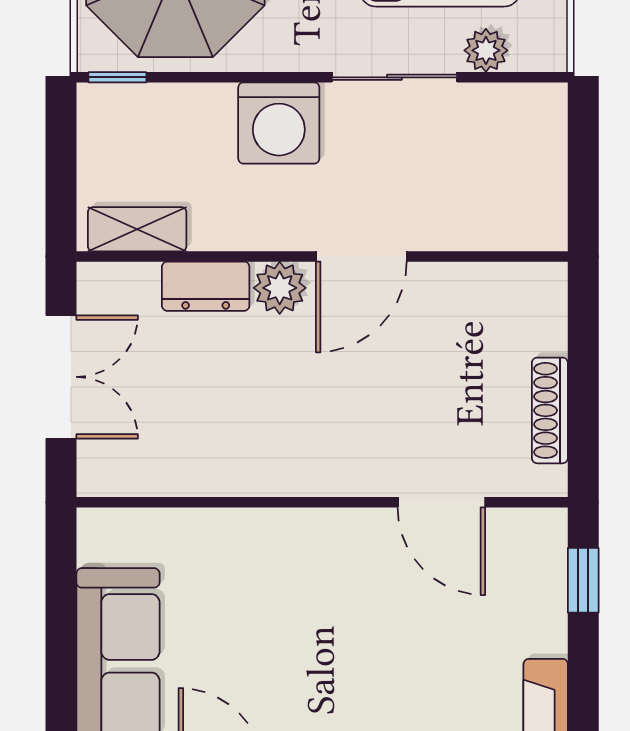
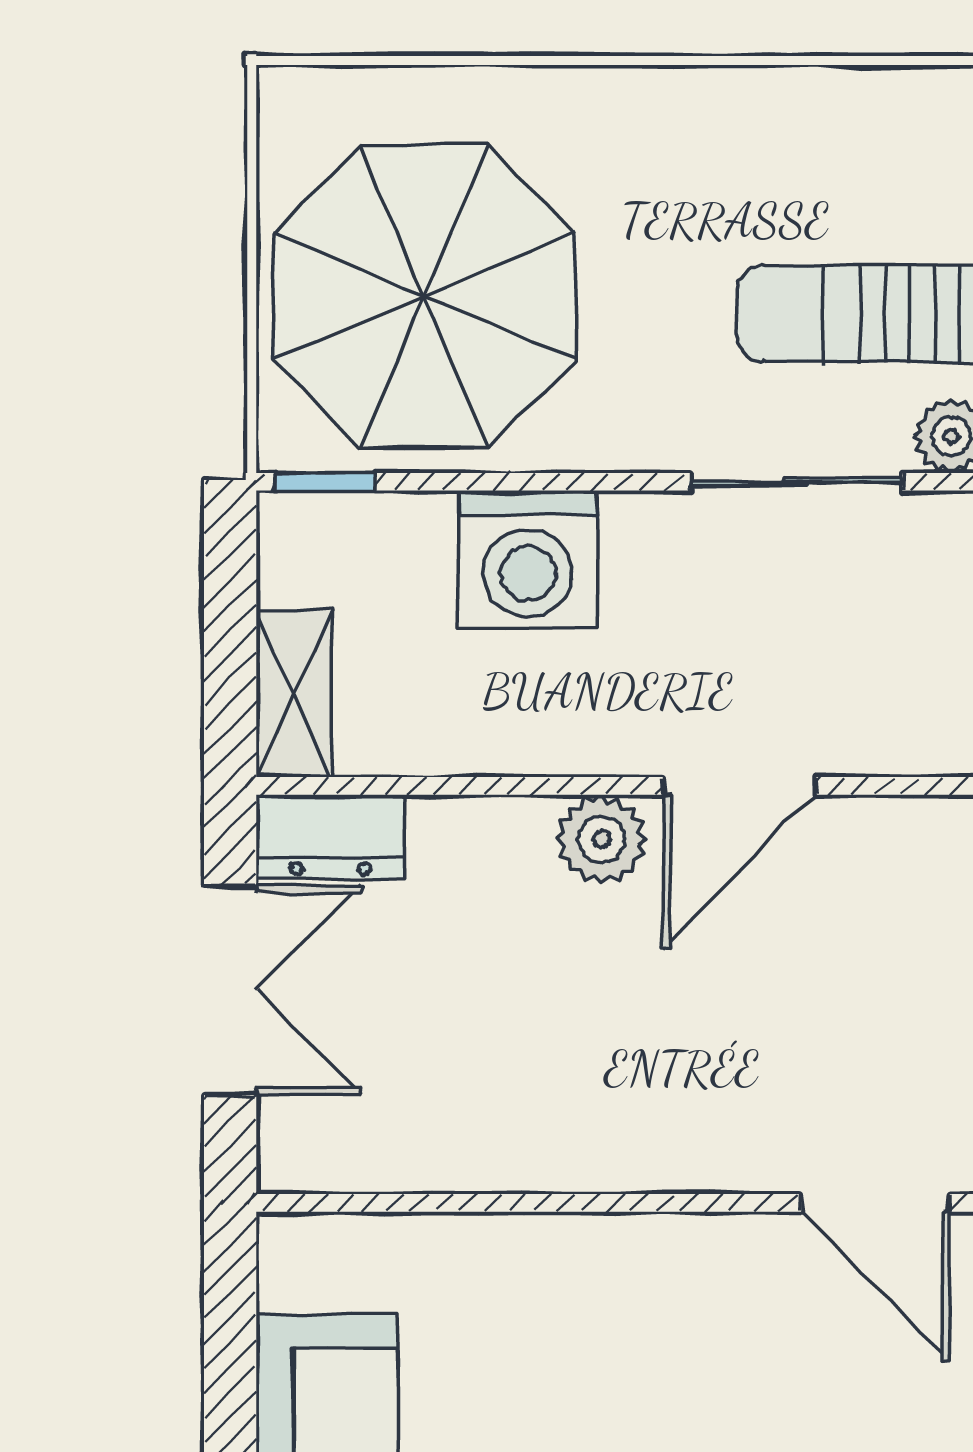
washing machine: (279, 123) -> (528, 559), moved
shelving: (137, 229) -> (294, 694), moved, turned 90
dresser: (206, 286) -> (330, 836), moved

